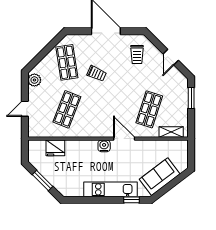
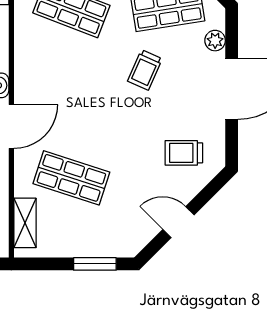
plant: (82, 39) -> (215, 41), added

